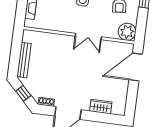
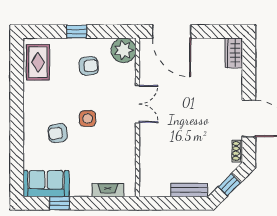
bench: (24, 60) -> (189, 190), width x0.73
wardrobe: (101, 107) -> (234, 53), moved

